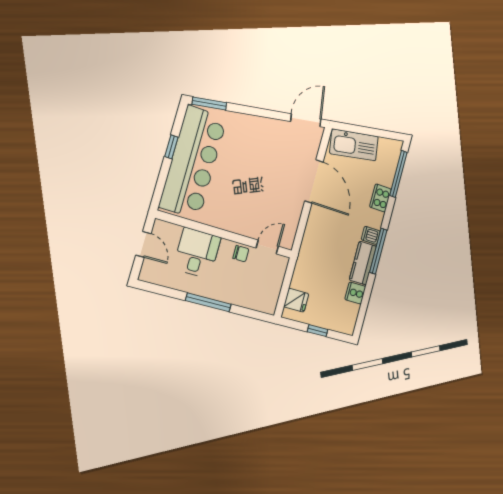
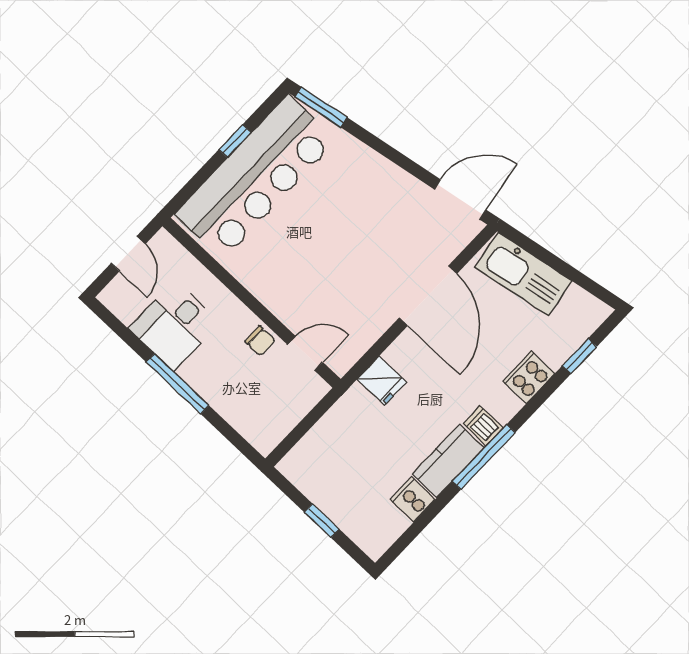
window: (398, 174) -> (580, 356), width x0.46
desk: (197, 253) -> (174, 325), moved, turned 180
fridge: (296, 300) -> (382, 381), moved

